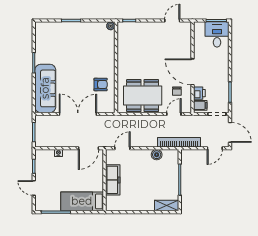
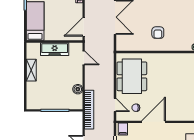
armchair: (101, 84) -> (158, 33), moved
printer: (199, 93) -> (134, 128), removed
door: (88, 148) -> (84, 27), hinge flipped
shelving: (167, 206) -> (31, 70), moved

